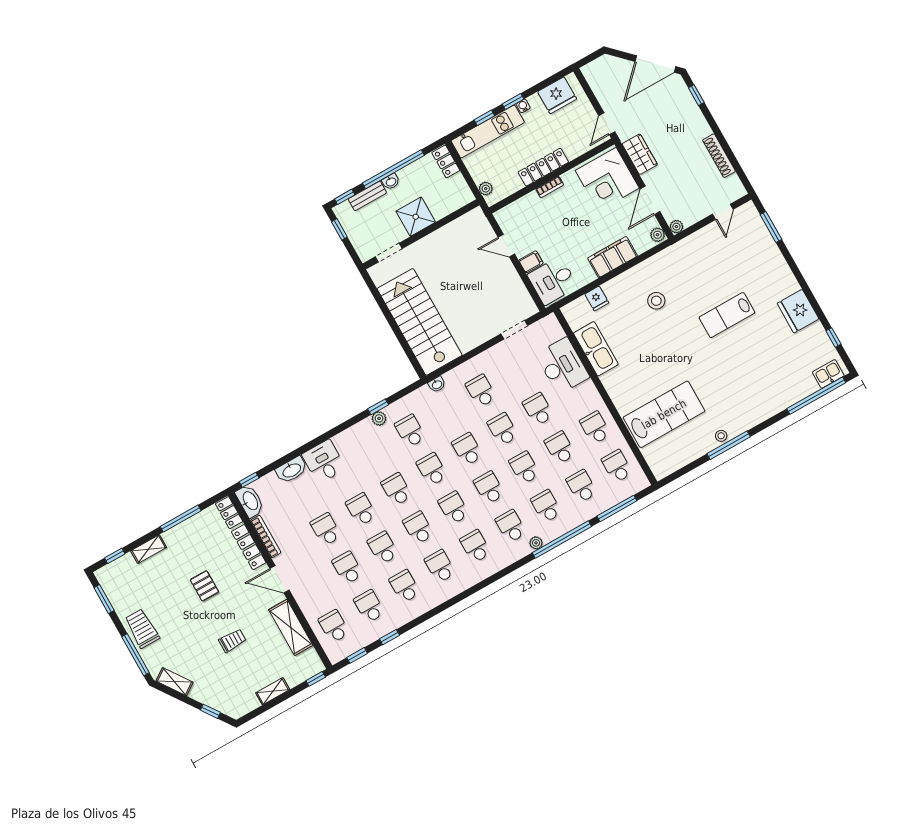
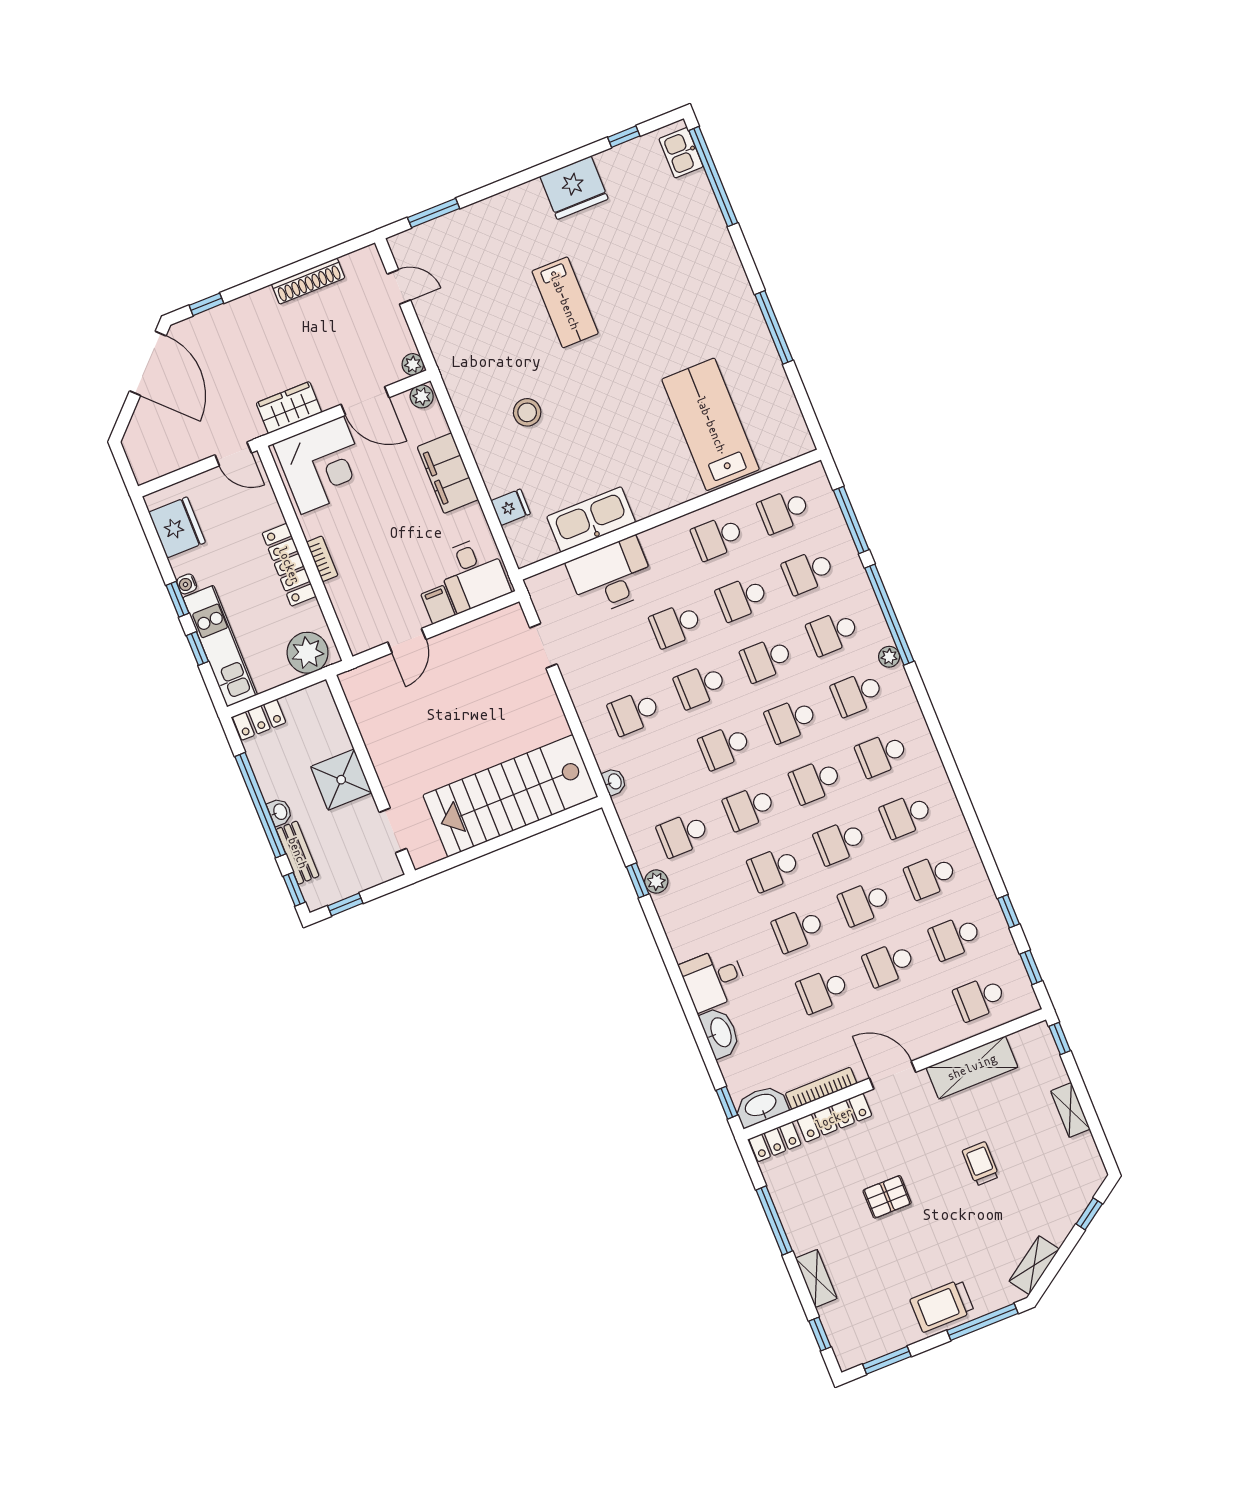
plant: (486, 189) -> (308, 653), width x1.88, depth x1.88
stool: (721, 436) -> (757, 337), removed
door: (280, 579) -> (893, 1075), swing flipped

